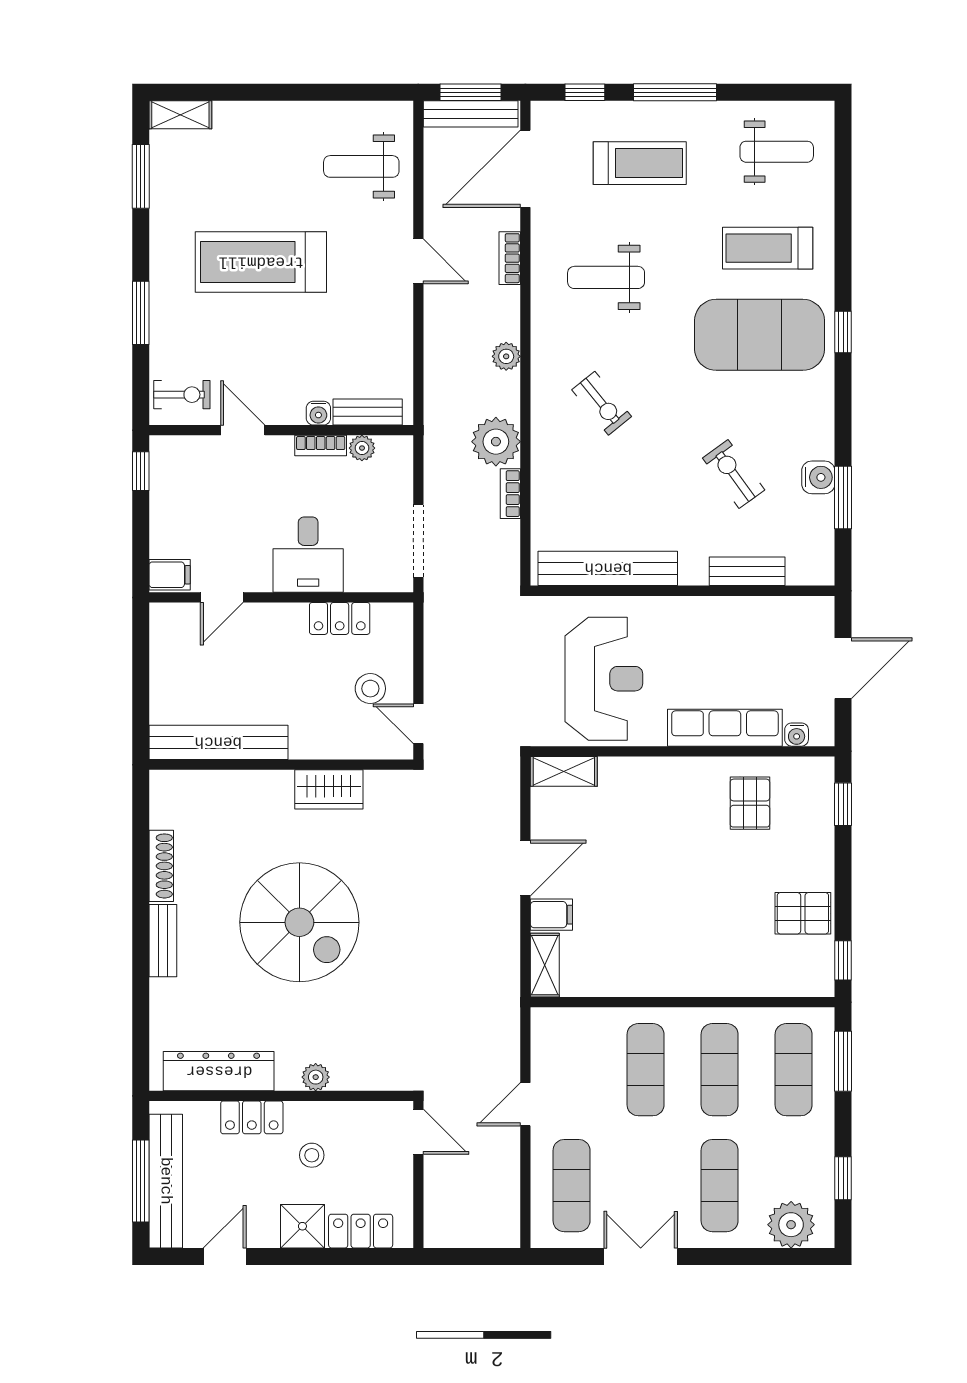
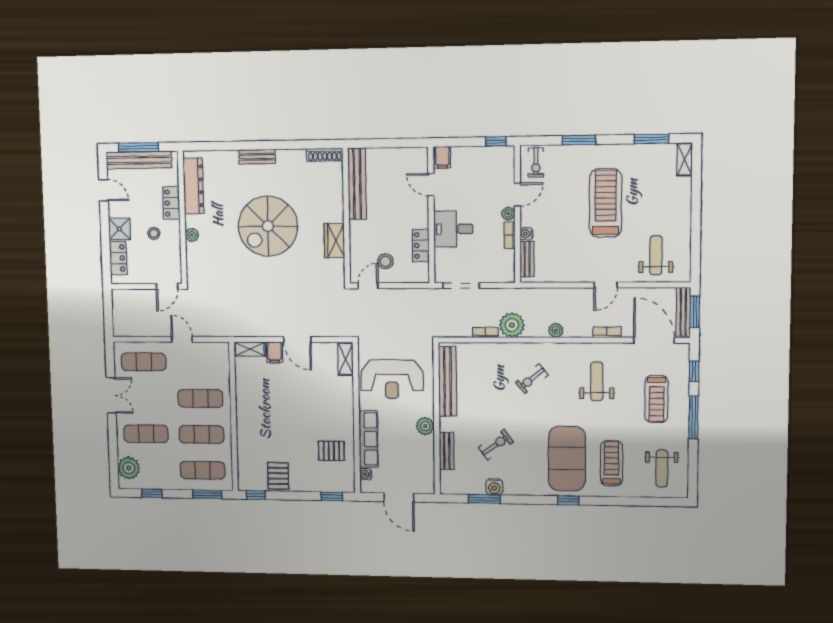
plant: (362, 448) -> (508, 214), moved
plant: (698, 614) -> (425, 426), added
shoe rack: (161, 866) -> (325, 155), moved

